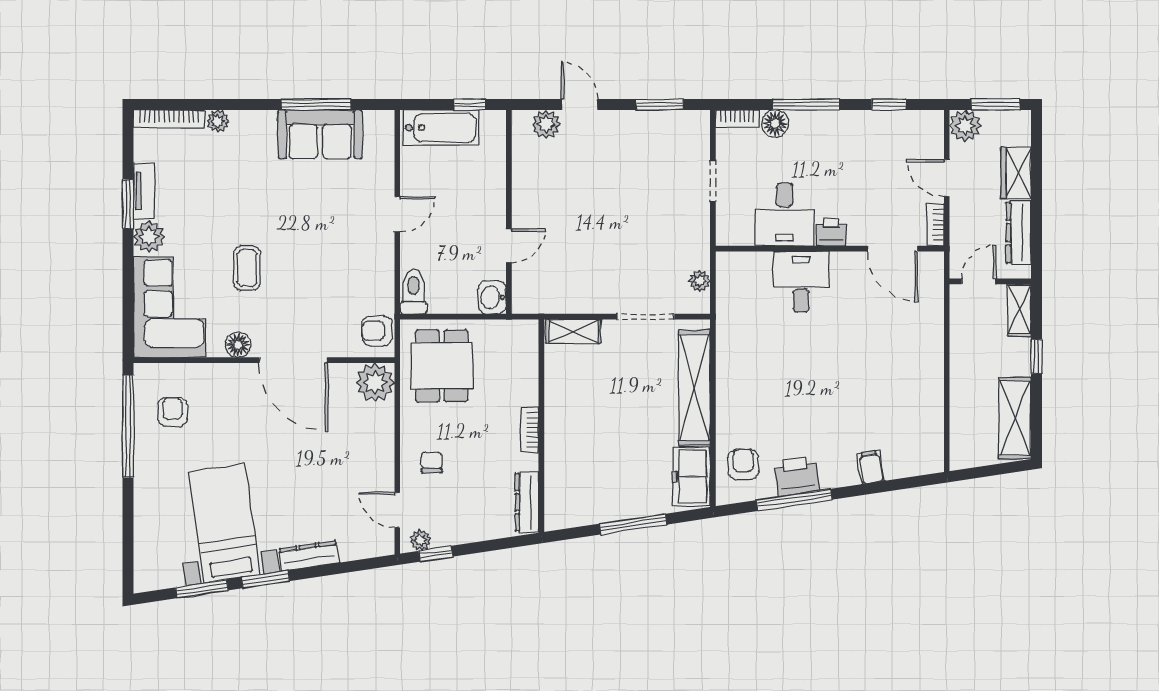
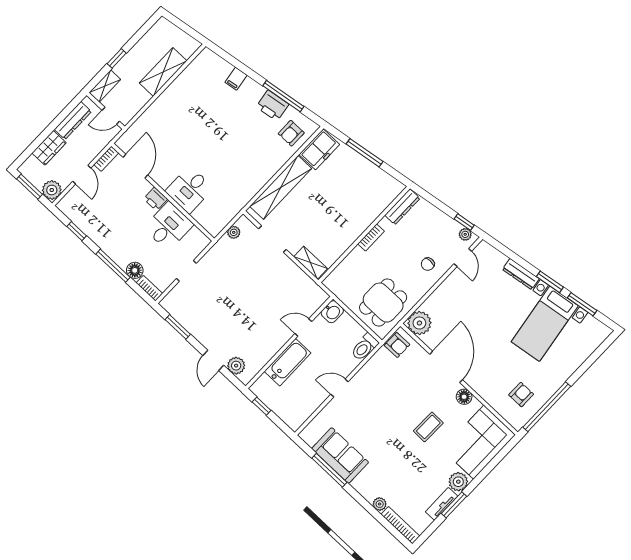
bathtub: (441, 128) -> (288, 362), moved, turned 90
armchair: (172, 412) -> (521, 395), turned 180
shelving: (1015, 418) -> (163, 72), moved

